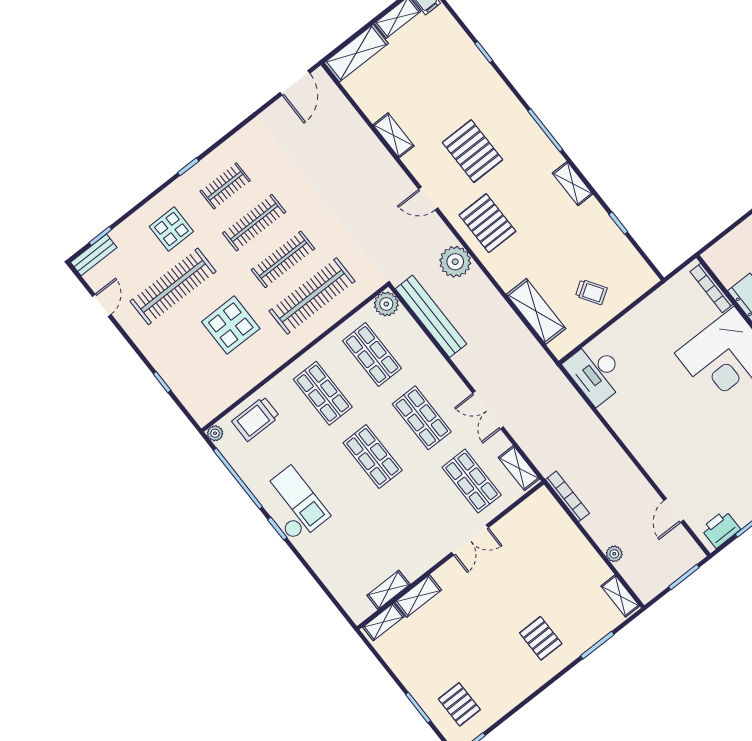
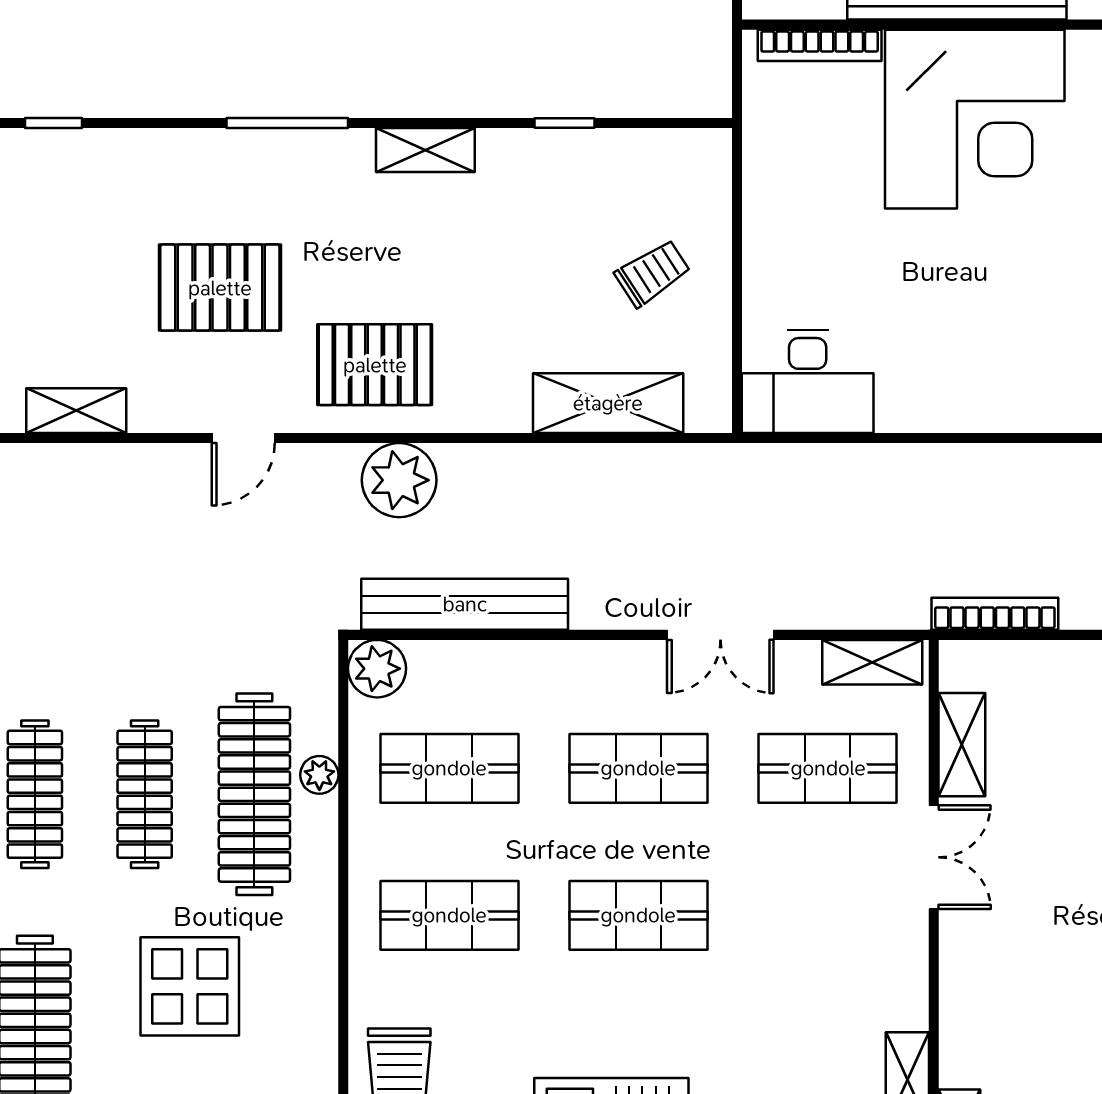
plant: (336, 313) -> (319, 775), added
shelving: (418, 596) -> (962, 745), moved

